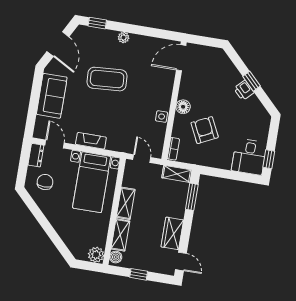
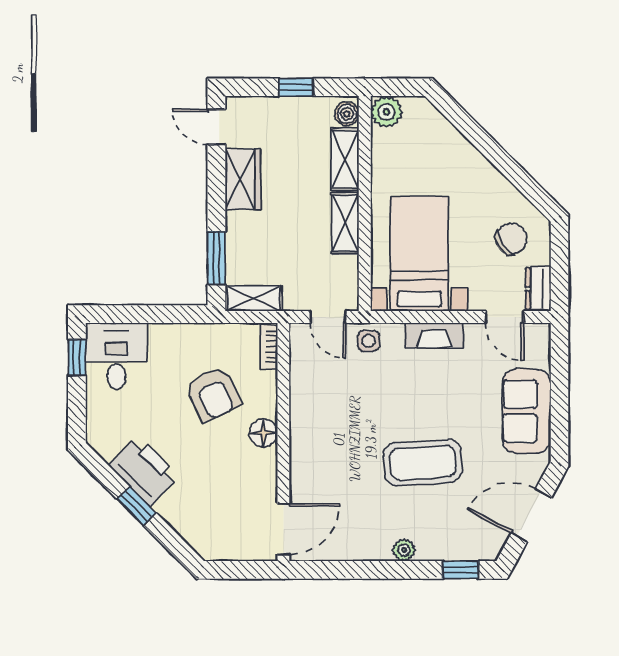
door: (58, 44) -> (531, 515), hinge flipped
printer: (244, 90) -> (144, 471), width x1.87, depth x1.48
side table: (162, 117) -> (369, 341), moved
chair: (45, 182) -> (511, 239), turned -123

